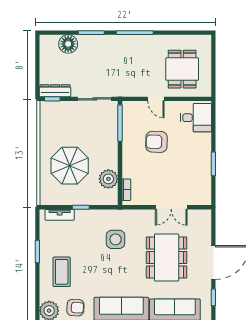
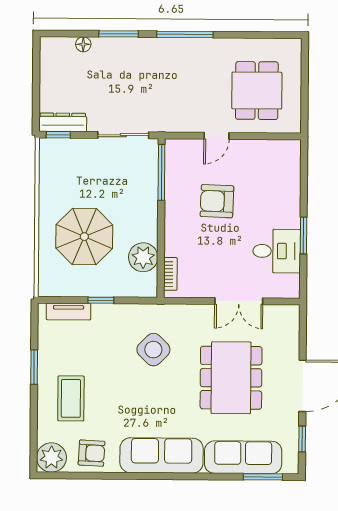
floor lamp: (68, 44) -> (83, 44), width x0.53, depth x0.53
door: (156, 99) -> (216, 136), hinge flipped
desk: (196, 118) -> (277, 251), moved
side table: (116, 239) -> (153, 350), turned 45

